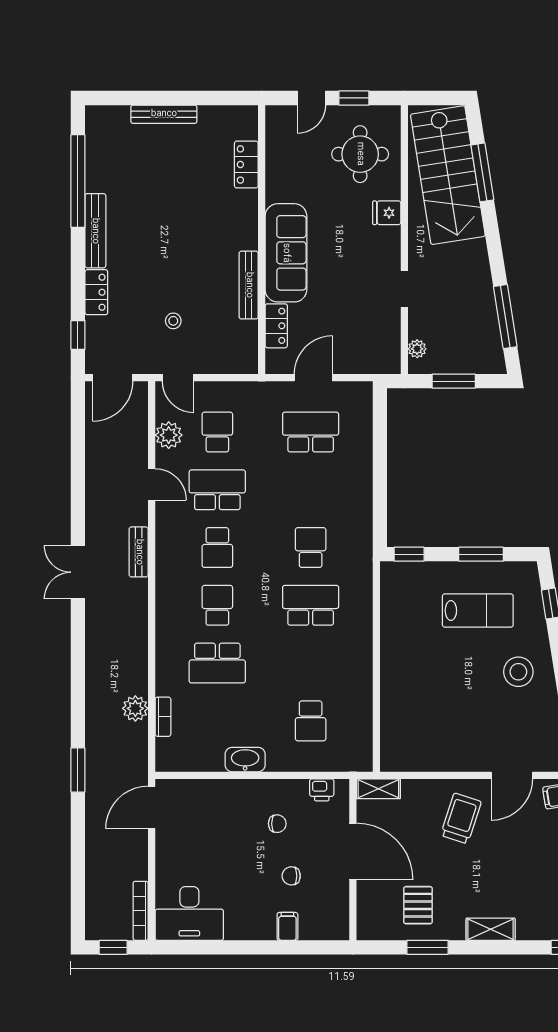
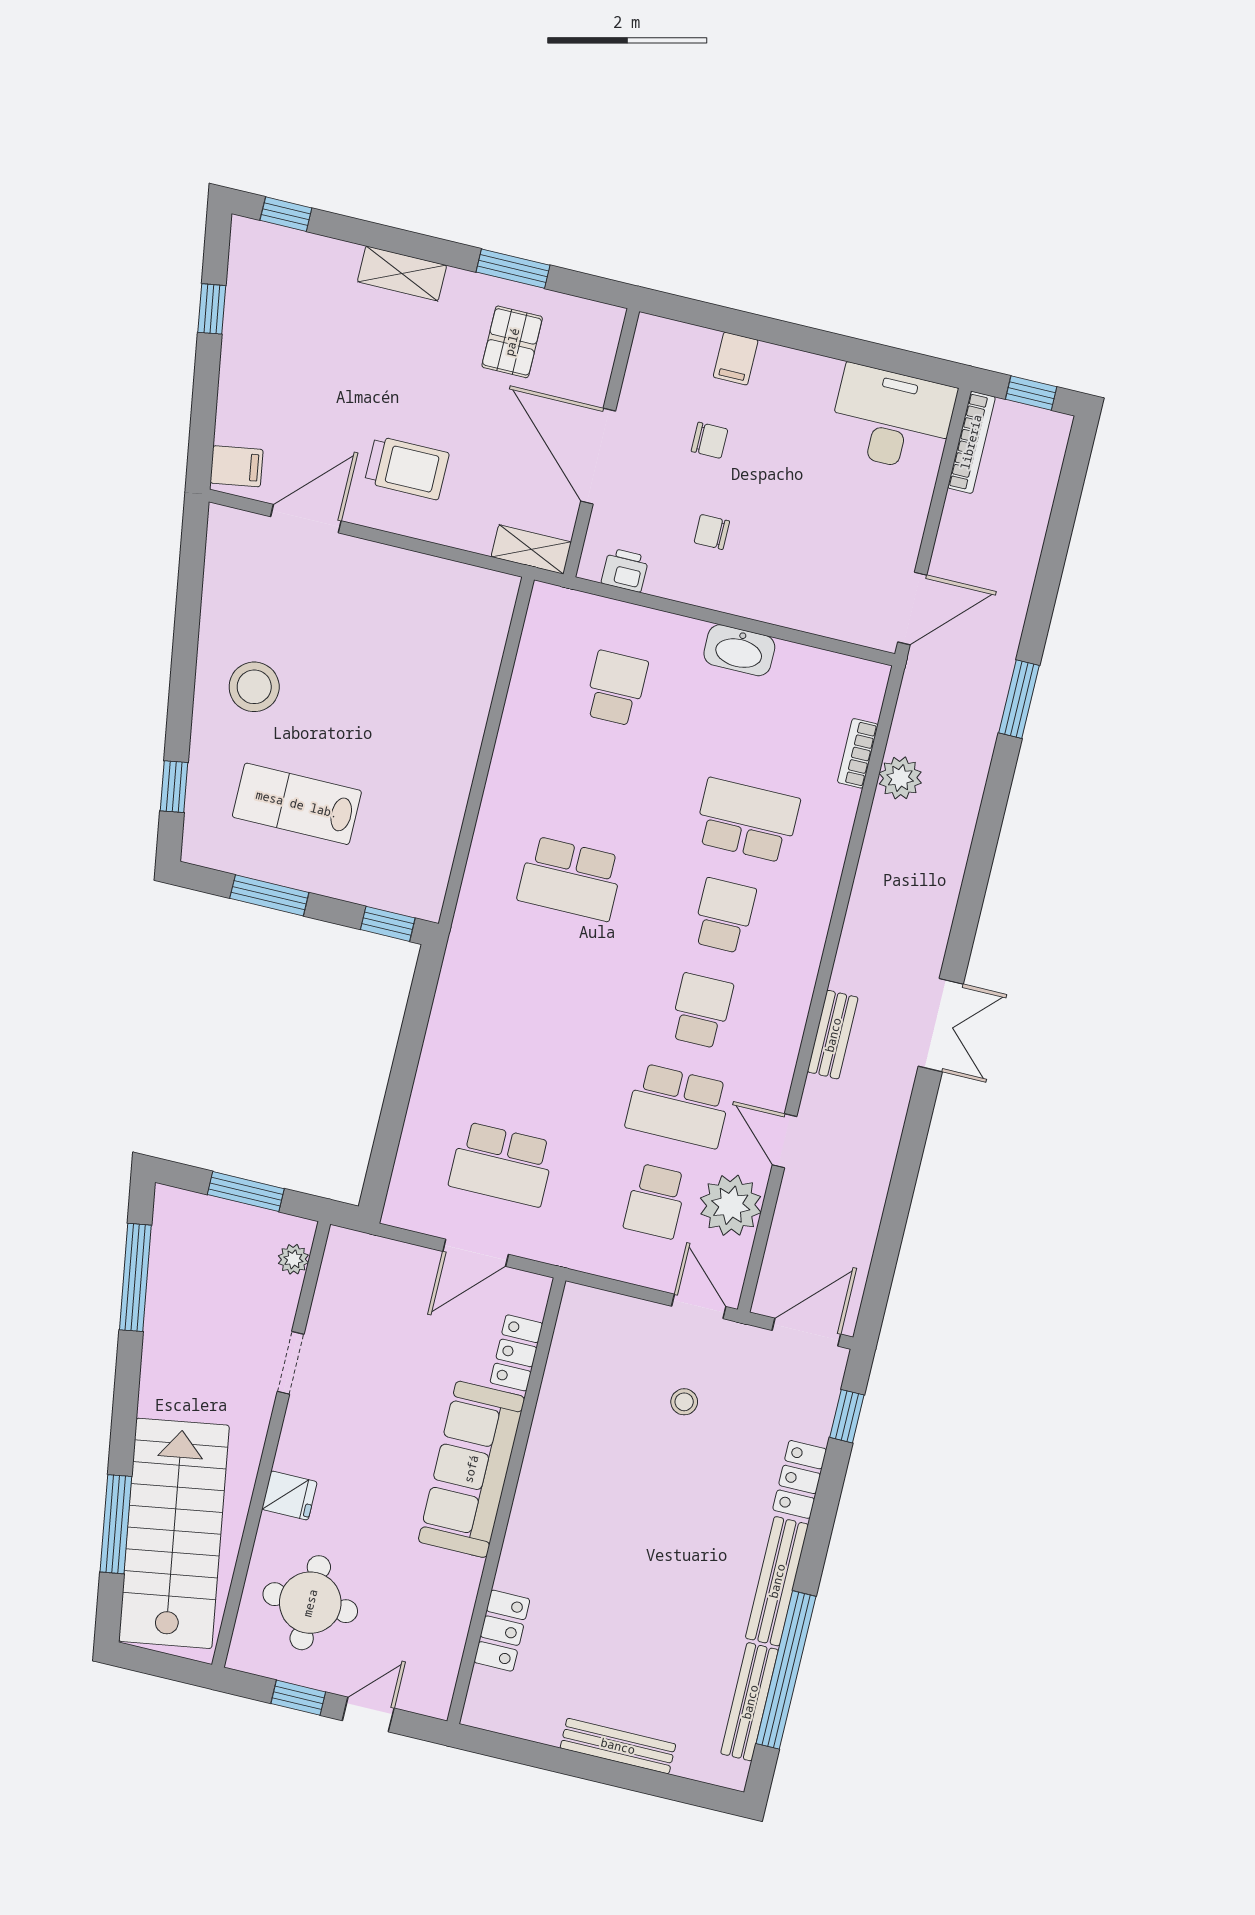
bench: (249, 285) -> (750, 1702), moved
plant: (169, 435) -> (731, 1205), width x1.36, depth x1.36
school desk: (311, 548) -> (548, 974), removed
school desk: (217, 605) -> (724, 915), turned 180
trolley: (461, 818) -> (407, 468), turned -108

